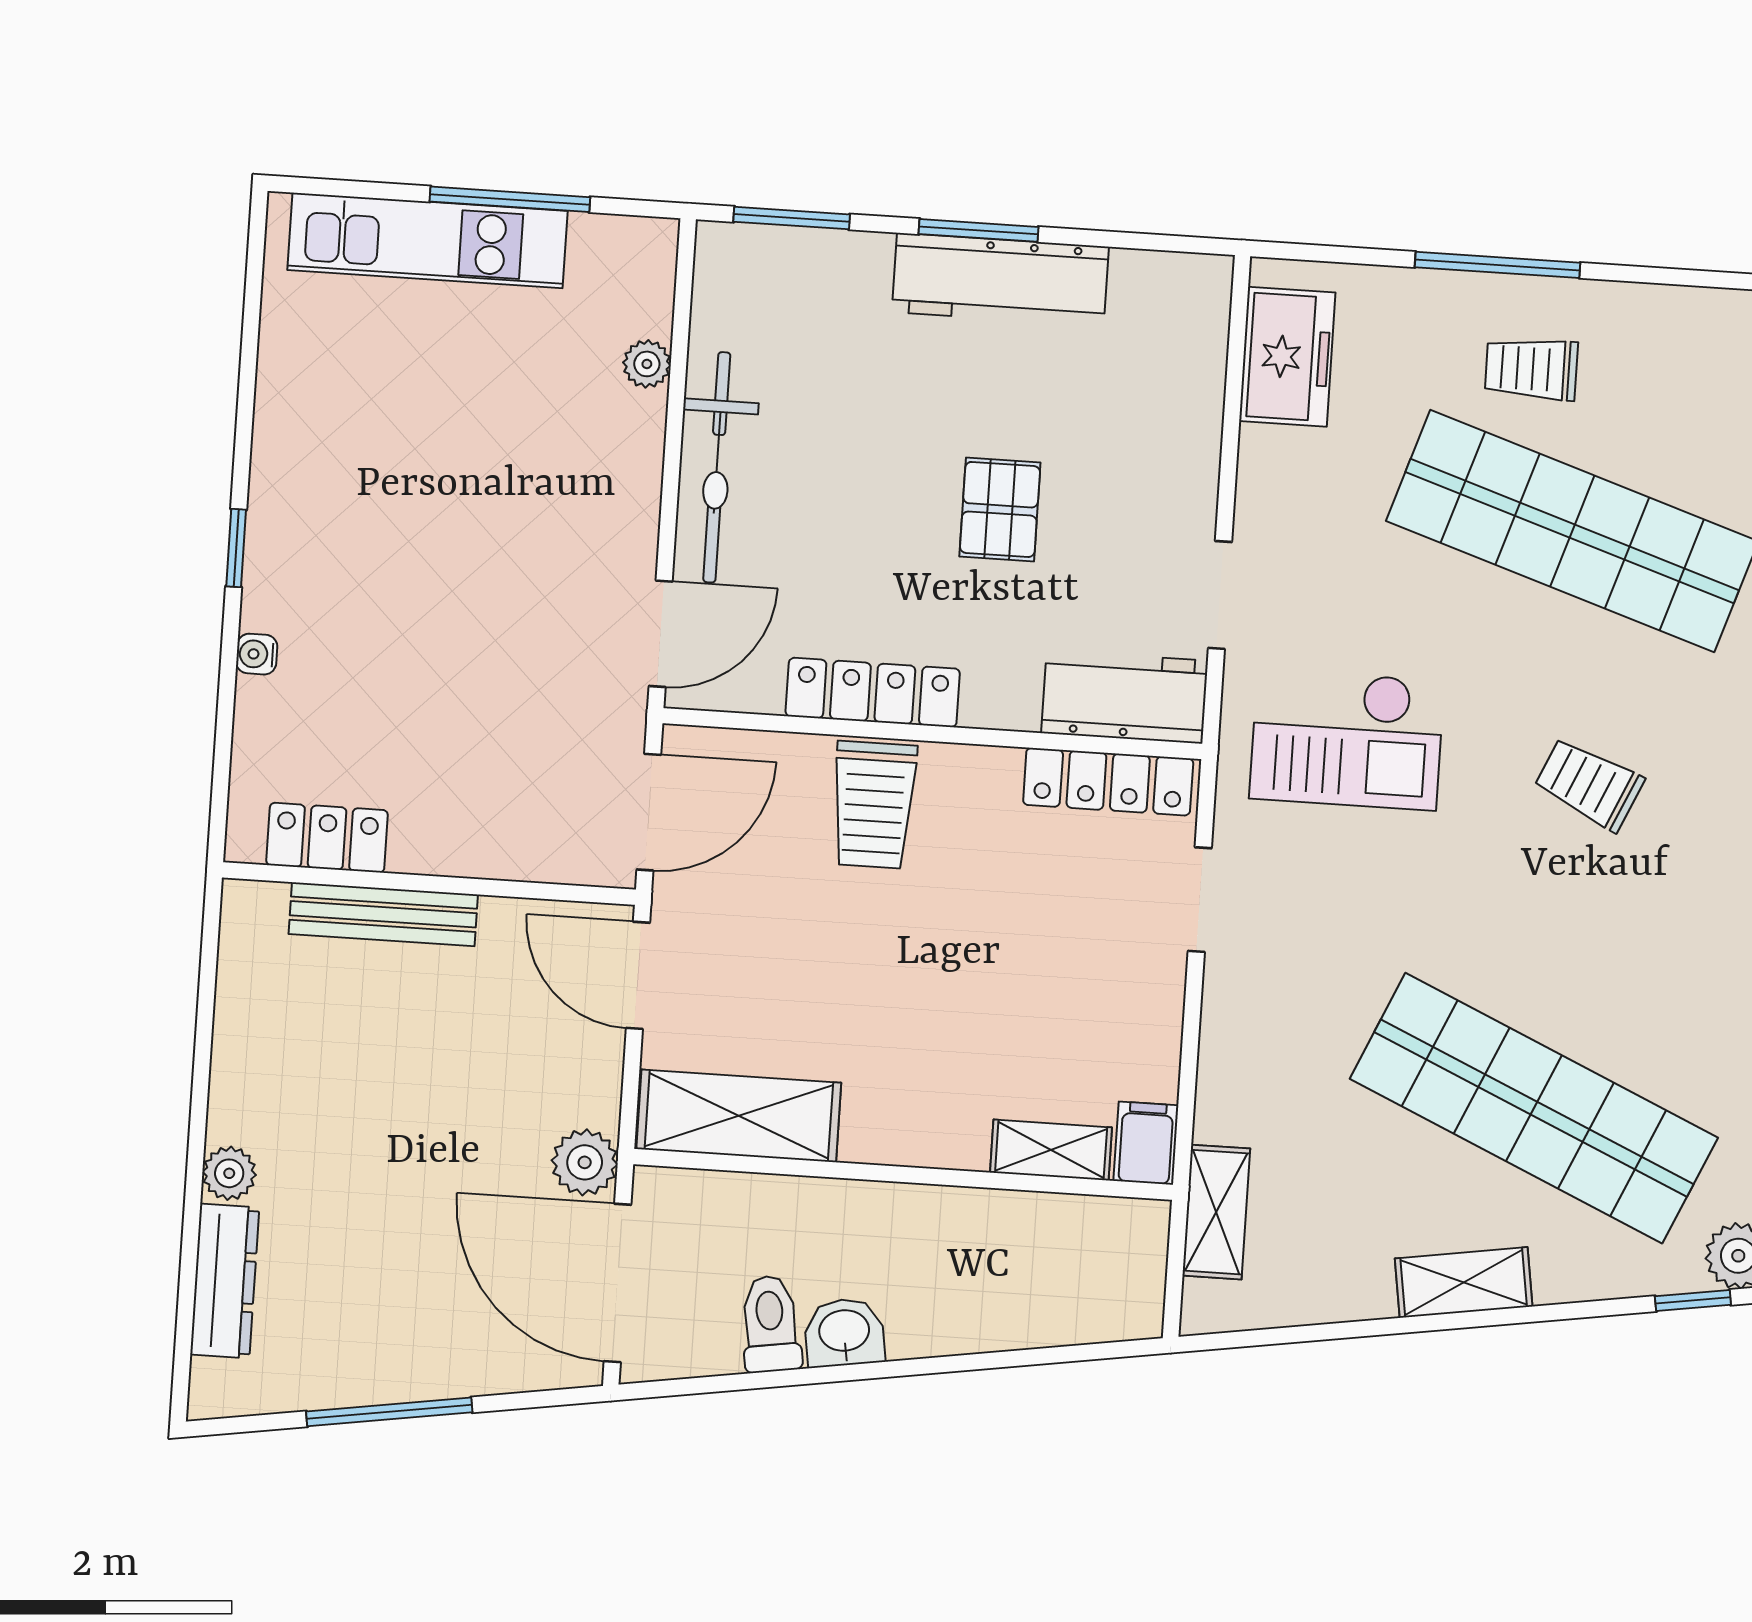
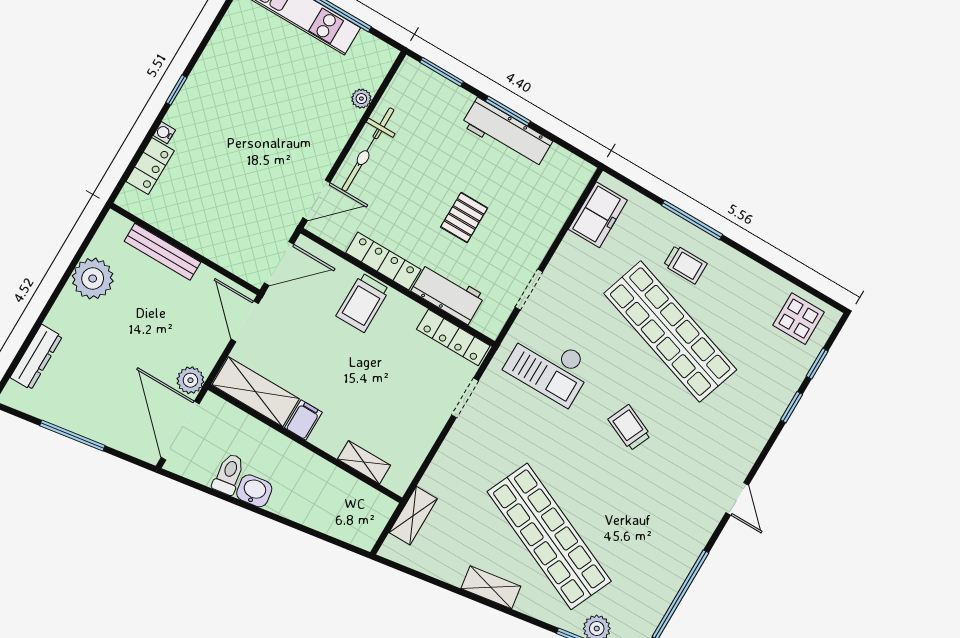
trolley: (1531, 369) -> (685, 264), turned 180
workbench: (1125, 697) -> (448, 293), moved
locker: (327, 838) -> (150, 166), moved, turned 90
filing cabinet: (1146, 1143) -> (303, 420), moved
plant: (229, 1173) -> (93, 279), moved, width x1.88, depth x1.88

